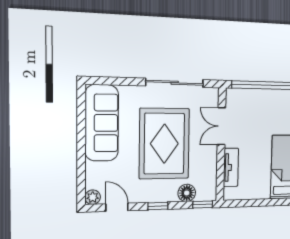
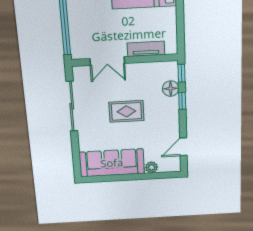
rug: (164, 144) -> (126, 111), width x0.54, depth x0.49
plant: (93, 197) -> (152, 167), moved
window: (158, 206) -> (182, 101), moved

